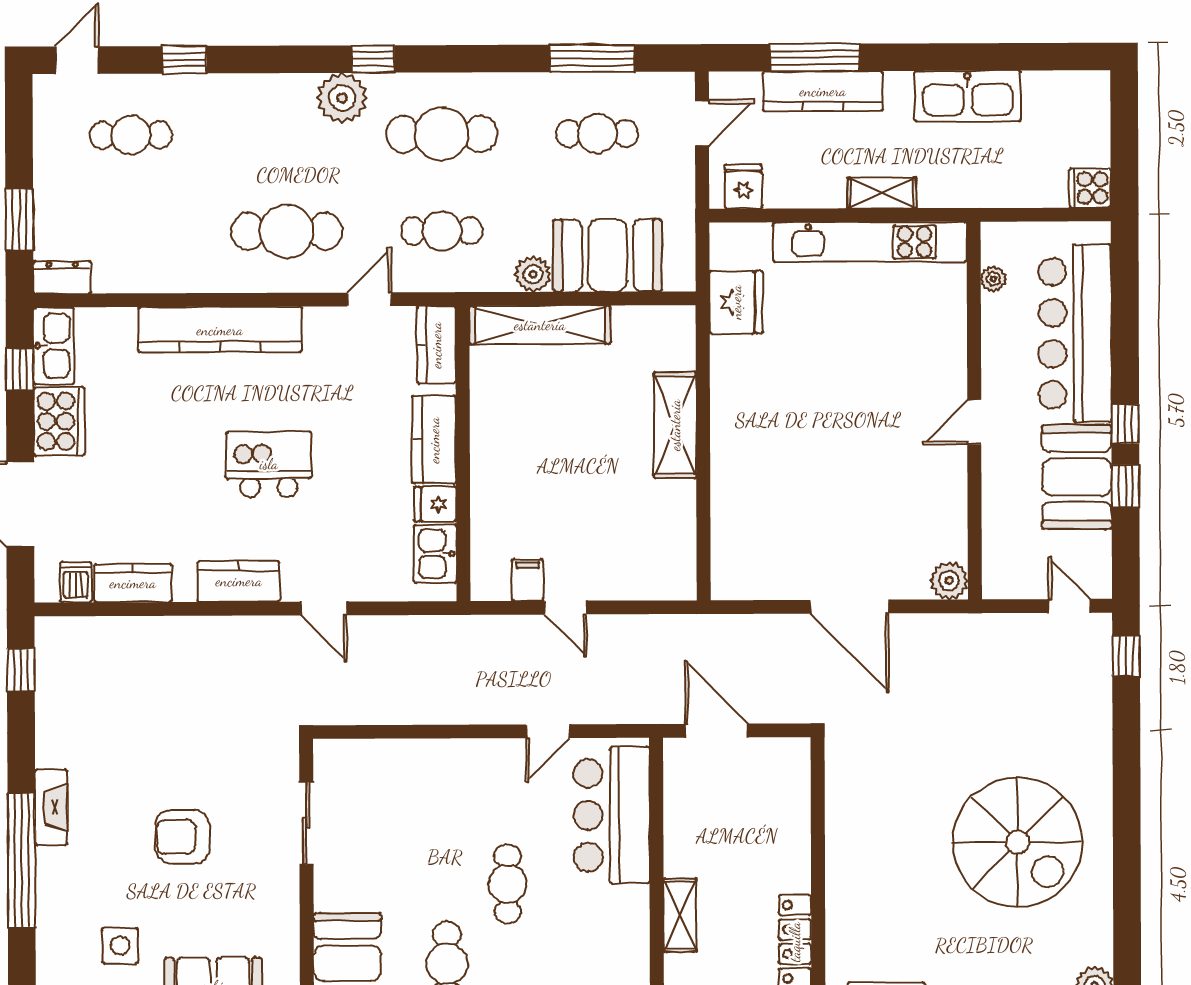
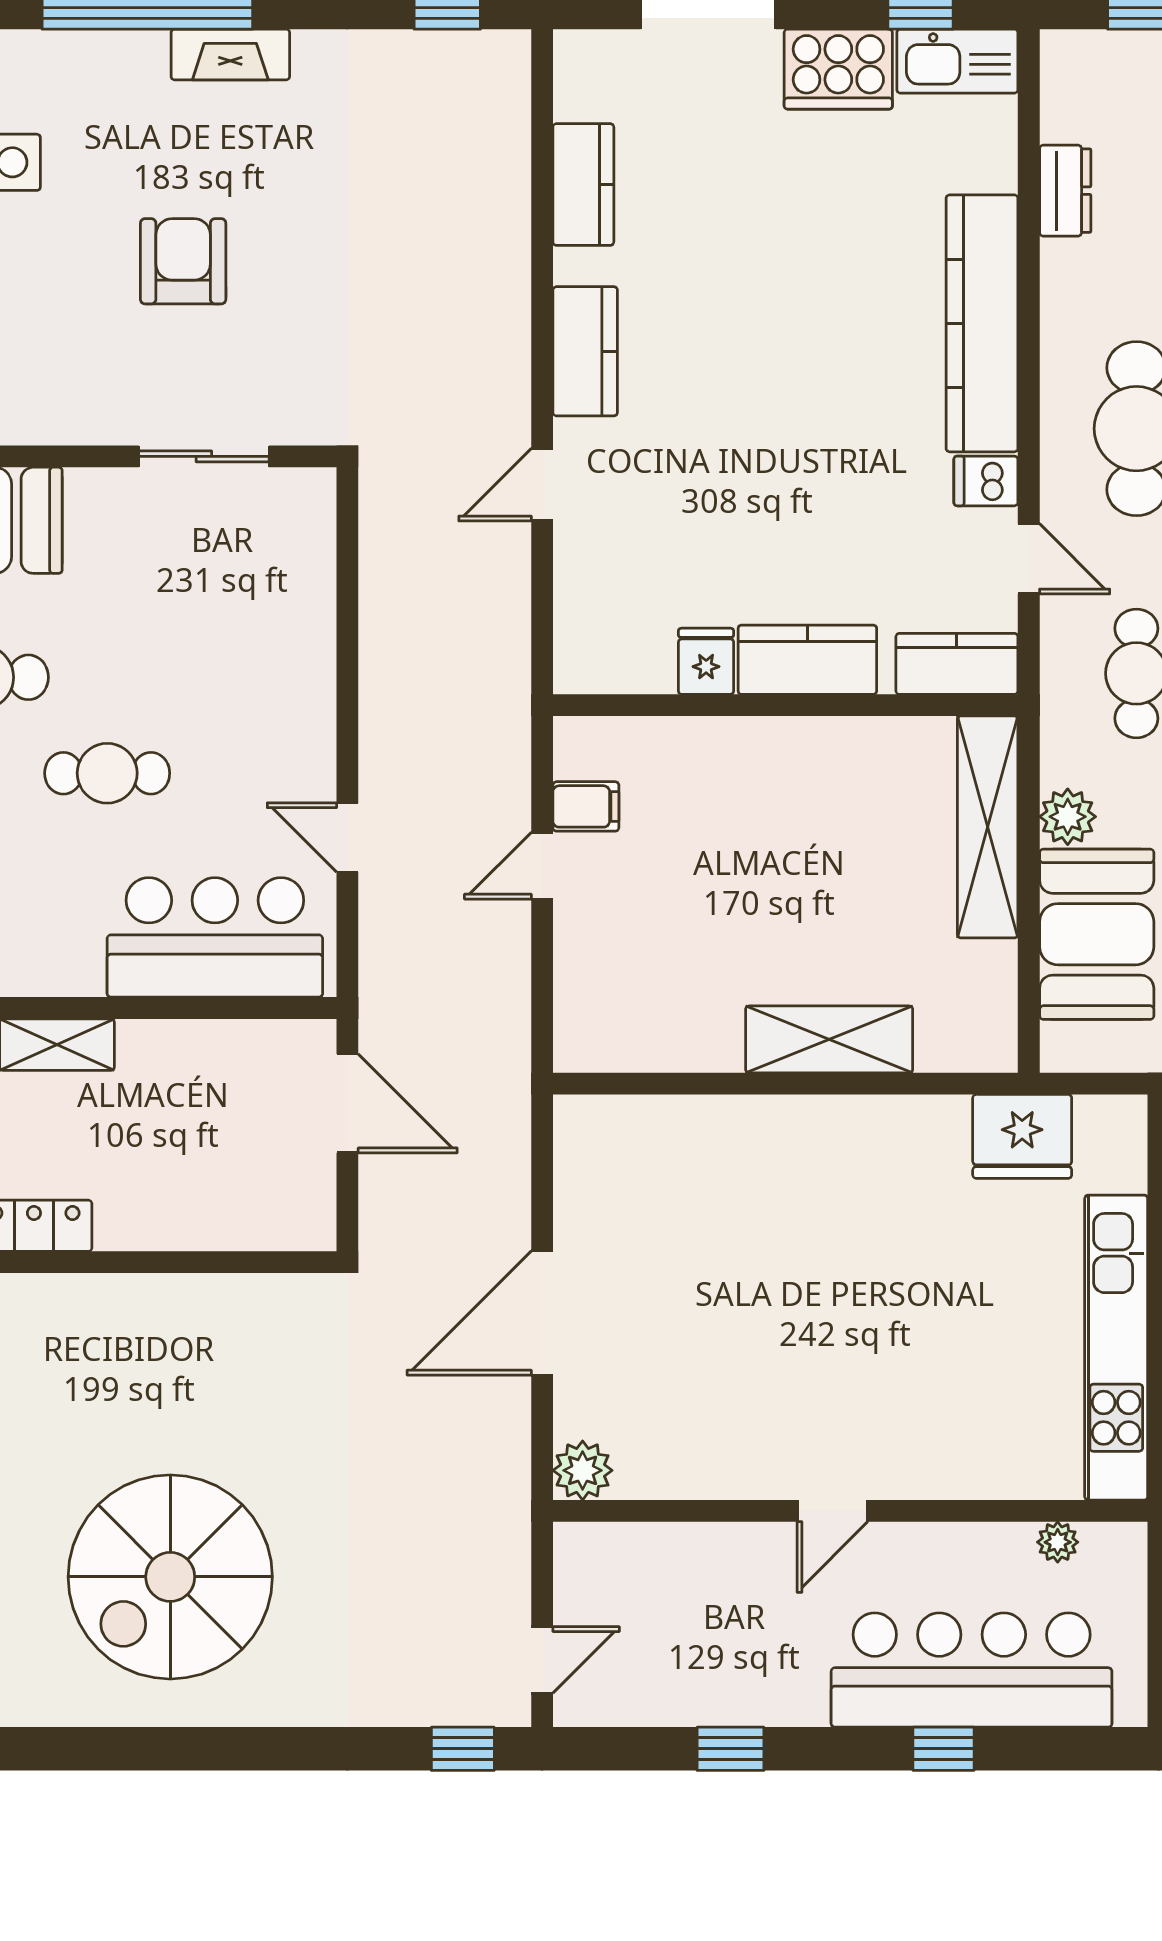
dresser: (62, 277) -> (1065, 191), moved
door: (974, 422) -> (832, 1511), swing flipped
window: (1125, 424) -> (944, 1749), moved
kitchen island: (269, 464) -> (769, 399), removed
booth: (1077, 477) -> (745, 1672), removed
kitchen sink: (435, 554) -> (628, 661), removed
dishwasher: (76, 582) -> (986, 481), moved, turned 180
door: (717, 731) -> (347, 1103), hinge flipped

